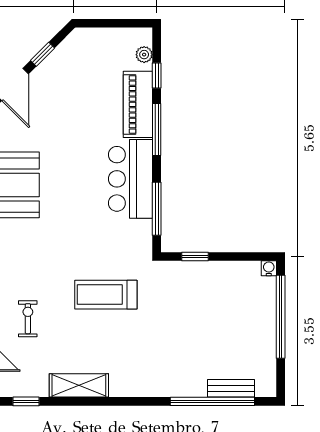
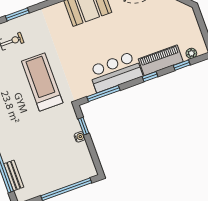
window: (157, 129) -> (150, 77), width x0.46
water cooler: (269, 268) -> (80, 137), moved
treadmill: (106, 295) -> (42, 82), width x1.37, depth x1.38

